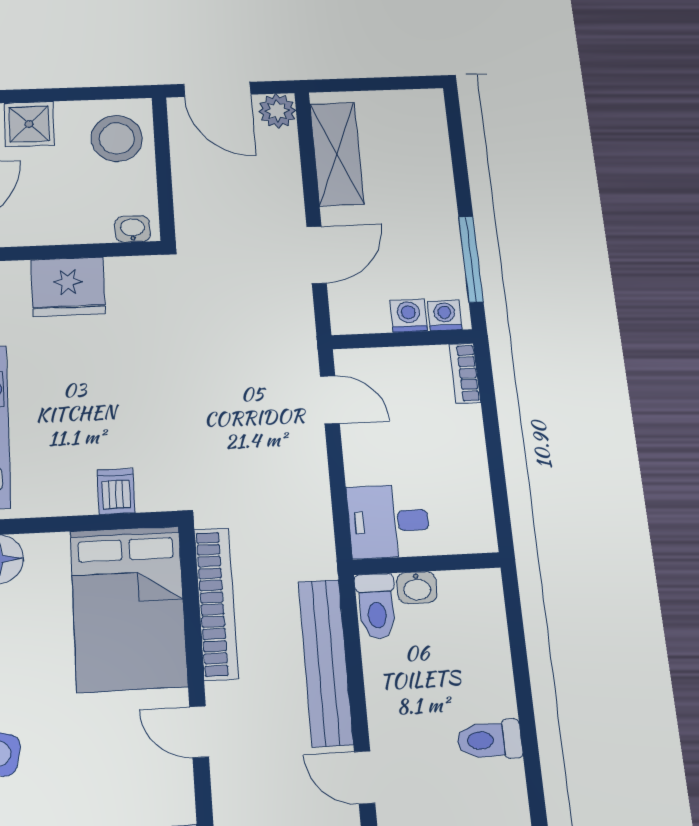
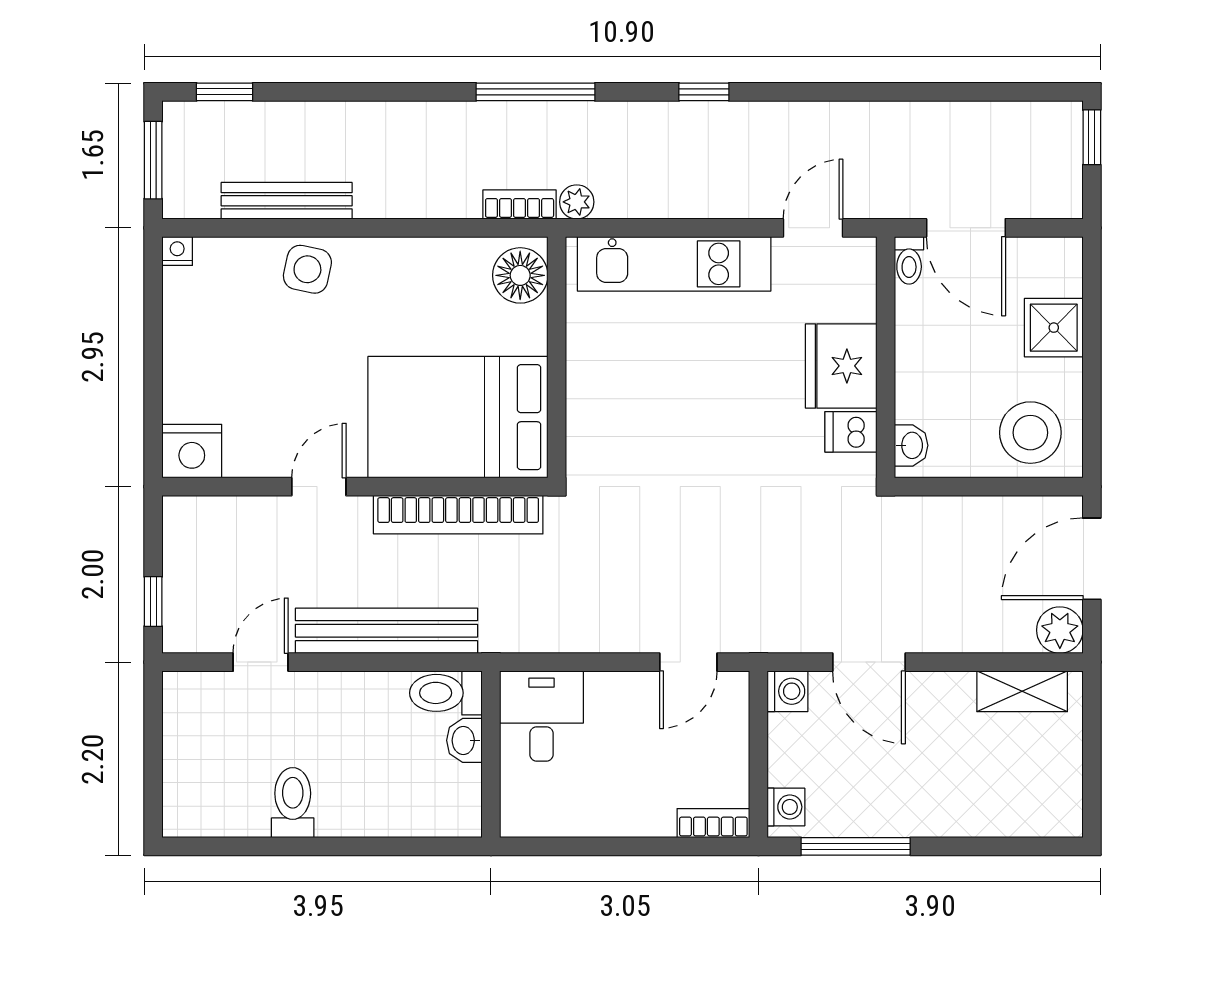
shelving: (337, 154) -> (1022, 691), width x0.67, depth x0.75
washing machine: (409, 316) -> (788, 691), moved
dishwasher: (116, 491) -> (851, 432), moved, turned 180

